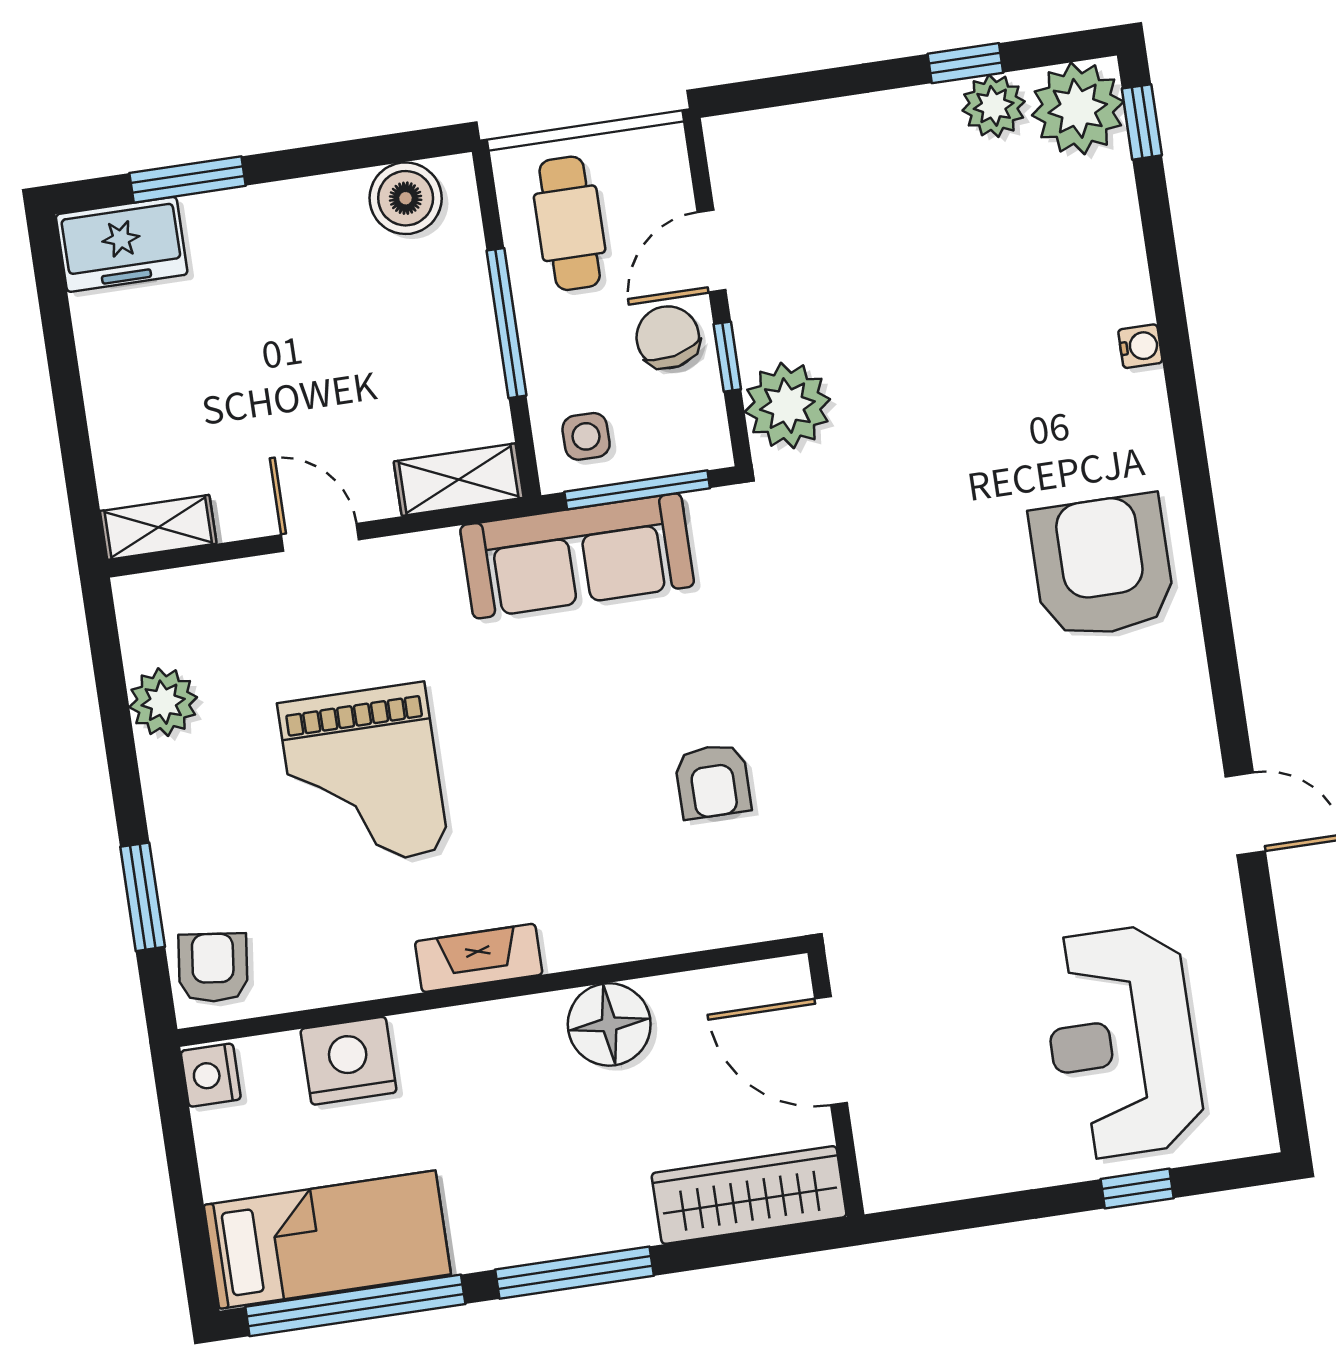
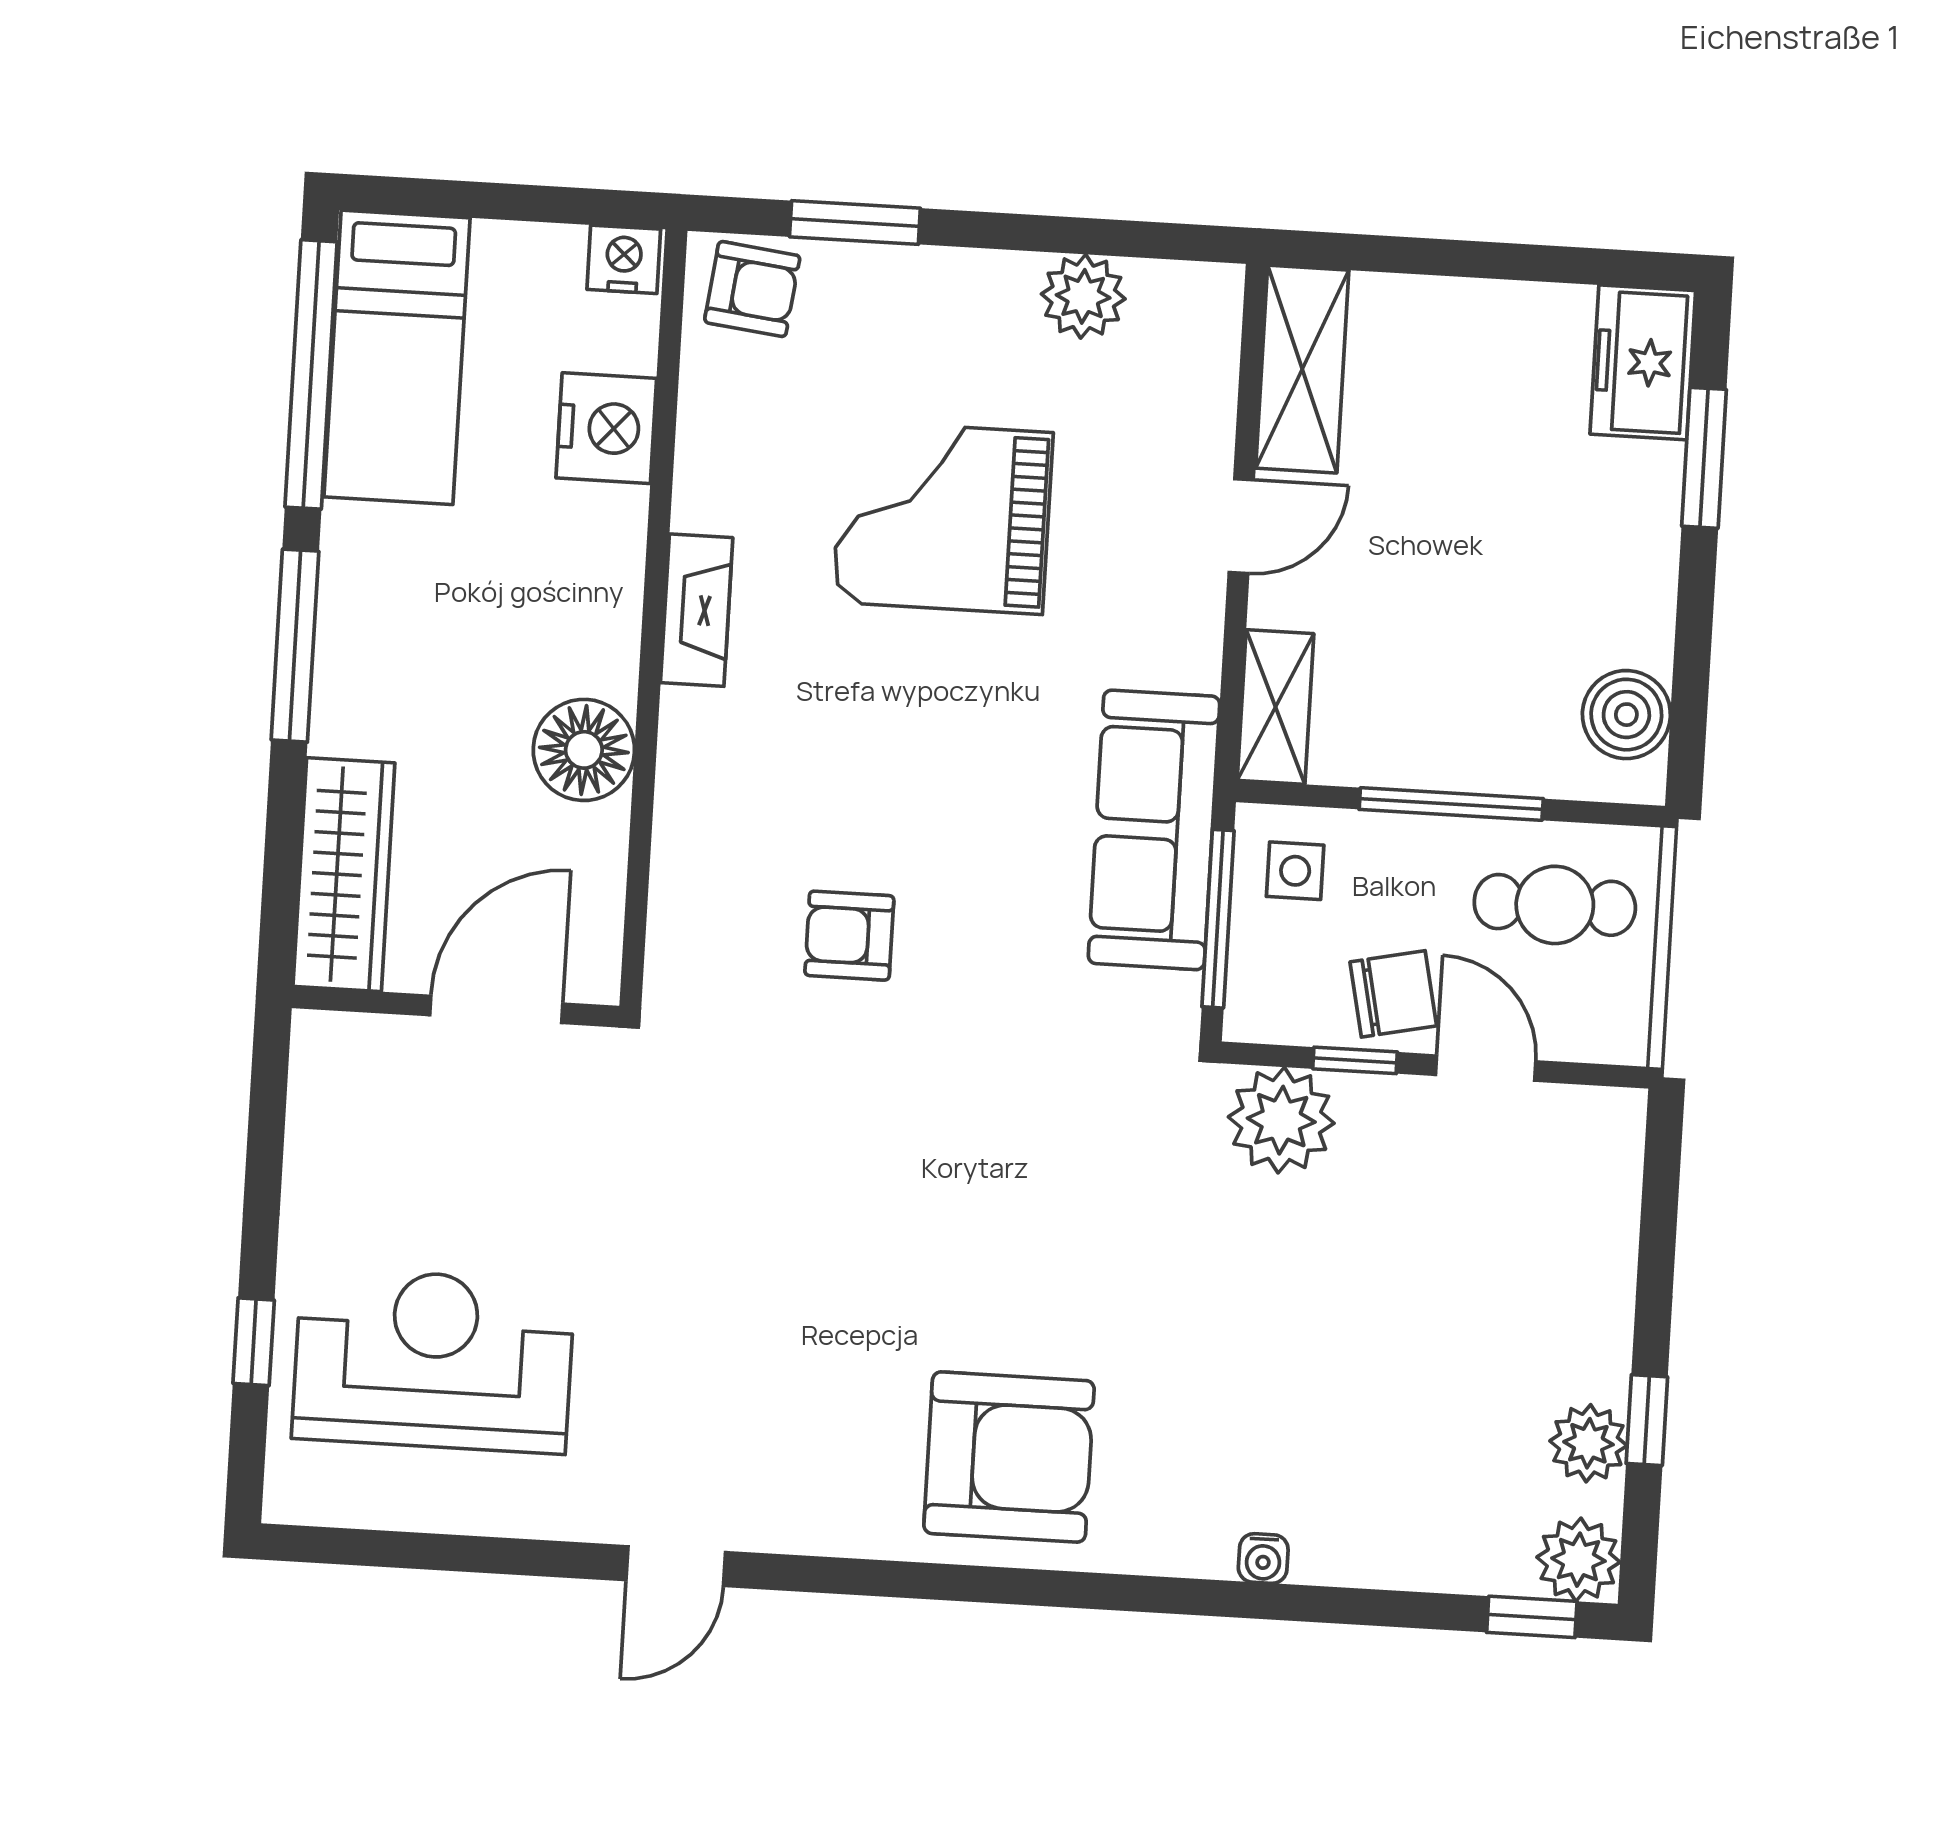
plant: (1078, 108) -> (1578, 1560), width x0.73, depth x0.73
shelving: (158, 527) -> (1302, 369), width x1.50, depth x1.33

